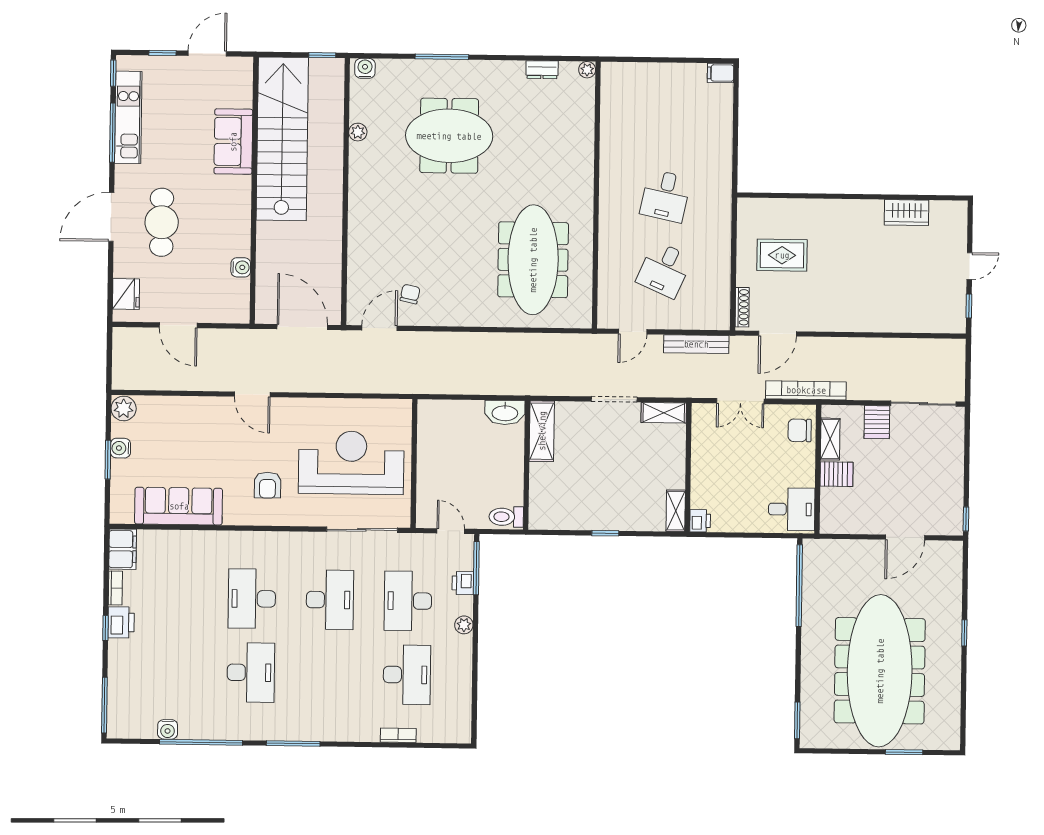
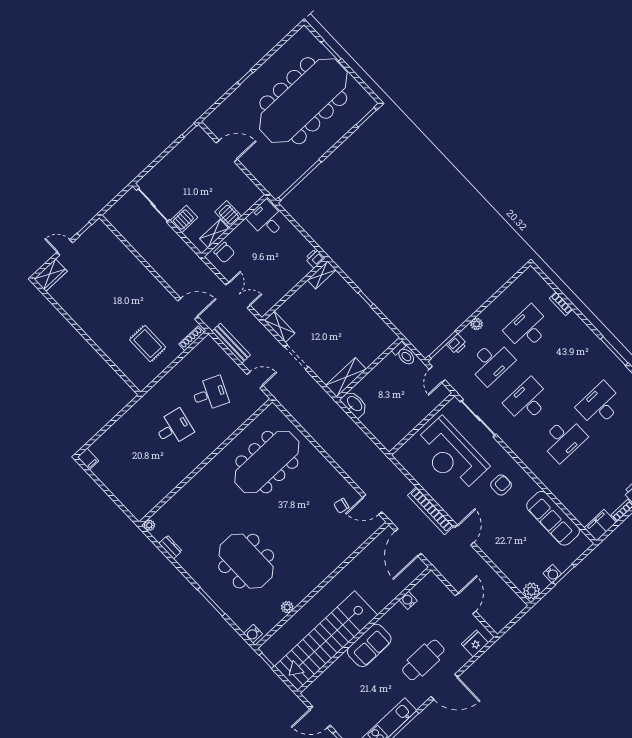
sofa: (233, 142) -> (369, 645), moved
wardrobe: (907, 213) -> (51, 275), moved, turned 90
bookcase: (806, 390) -> (430, 511), moved

